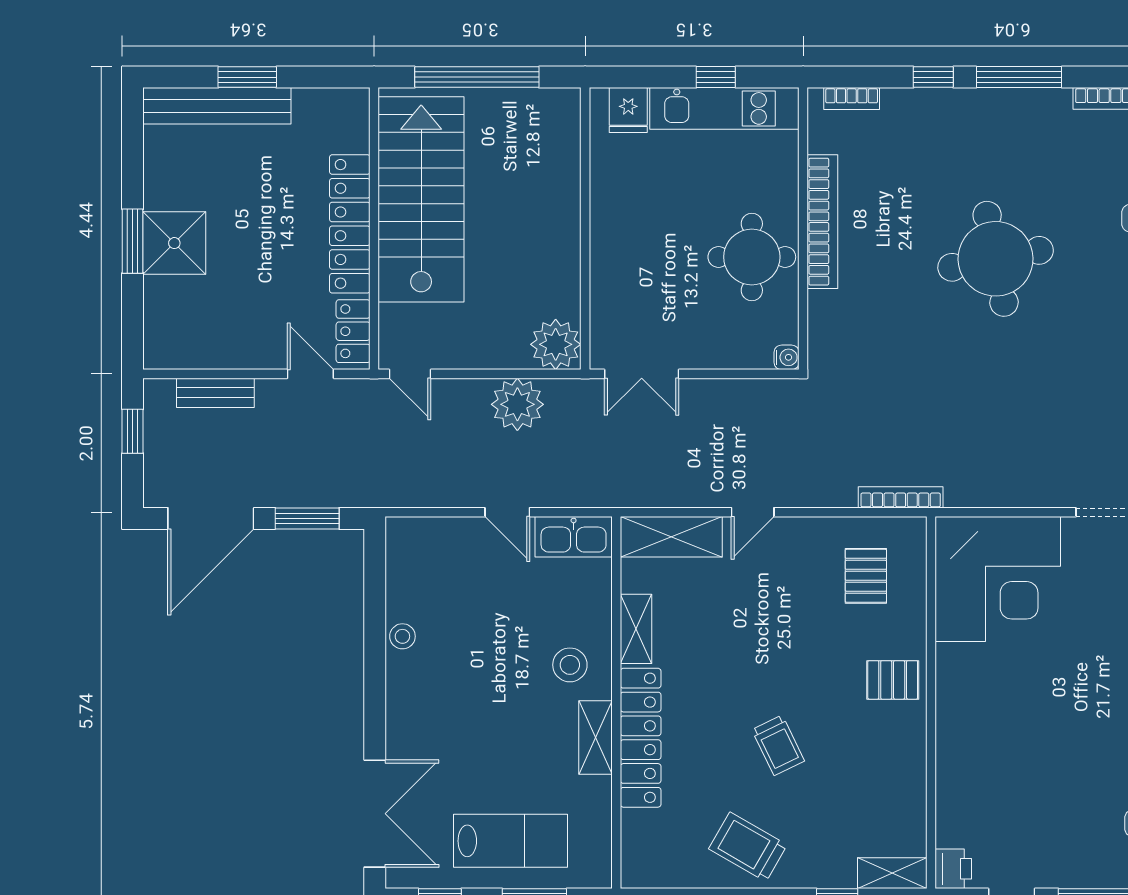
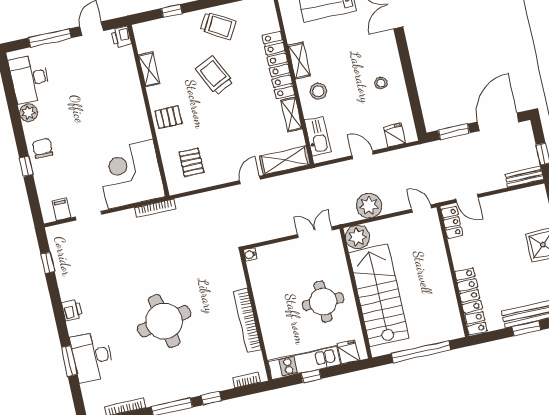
stairs: (421, 199) -> (379, 295), moved, turned 180
locker: (350, 224) -> (471, 301), moved
round table: (752, 257) -> (323, 302), moved
bench: (215, 393) -> (524, 177), moved
bookcase: (901, 497) -> (155, 208), moved
kitchen sink: (574, 537) -> (318, 136), moved, turned 90
fridge: (432, 539) -> (394, 135), added
stool: (402, 636) -> (381, 83), moved
trolley: (778, 745) -> (214, 75), width x1.36, depth x1.39
shelving: (892, 873) -> (149, 69), moved, turned 90

